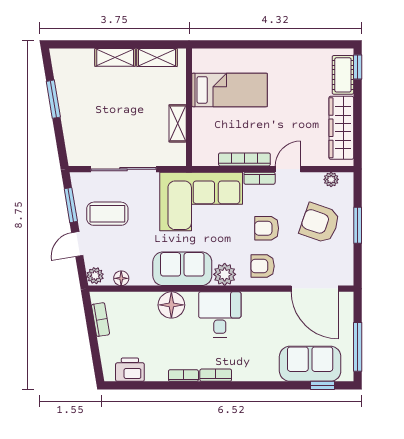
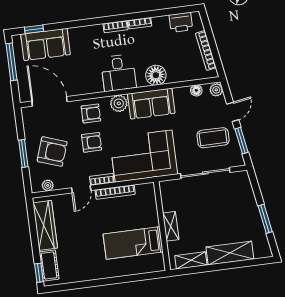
shelving: (115, 57) -> (230, 253), width x1.50, depth x1.33
shelving: (178, 123) -> (171, 226), moved
bookcase: (101, 320) -> (206, 51), width x1.56

